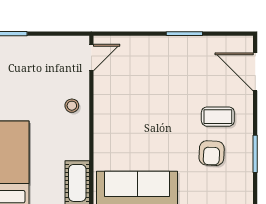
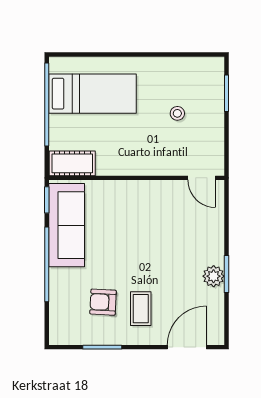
plant: (186, 46) -> (214, 276), added
stool: (72, 106) -> (177, 113), moved

